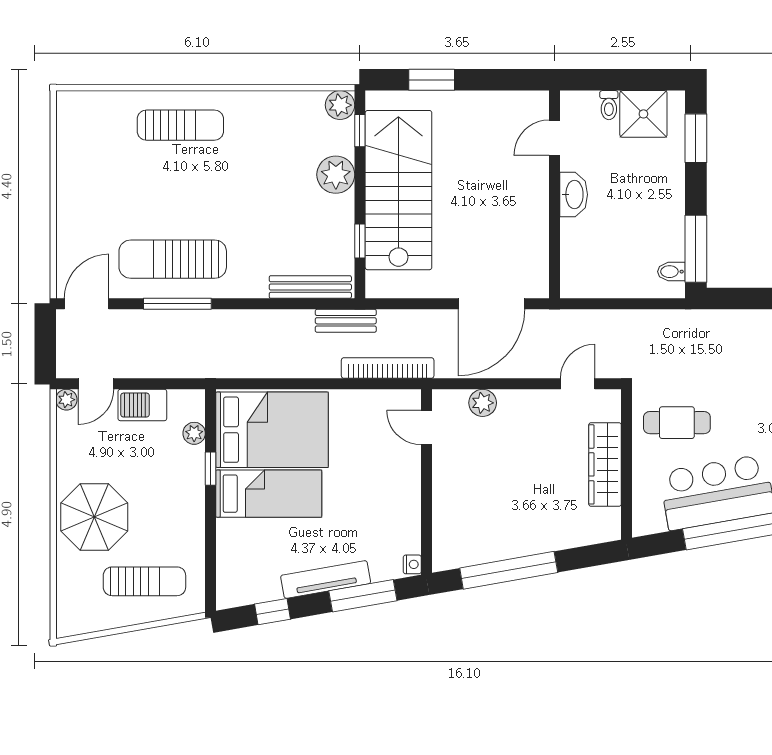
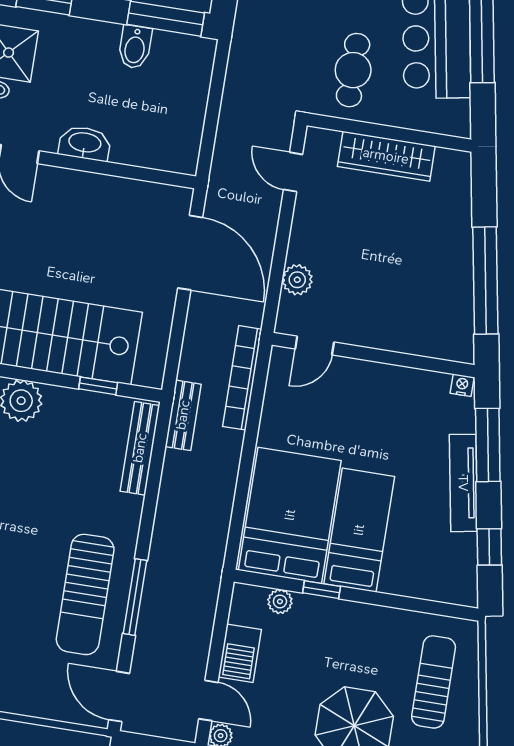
bidet: (671, 272) -> (135, 47), moved, width x1.38, depth x1.36

